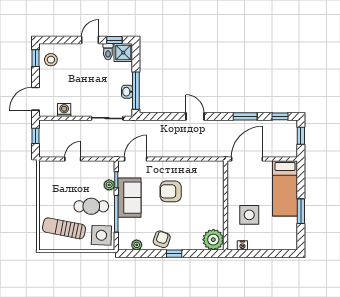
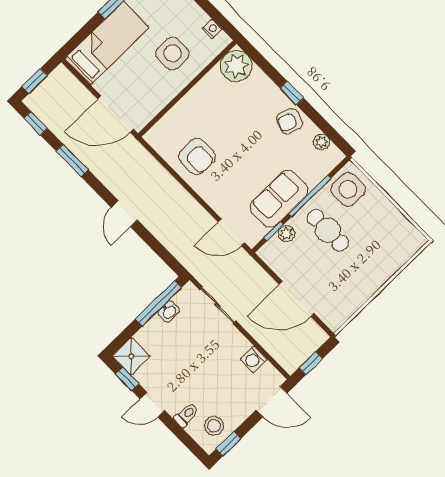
toilet: (108, 52) -> (186, 415), moved
door: (73, 159) -> (297, 299), width x1.88
armchair: (171, 191) -> (197, 156), moved
sun lounger: (64, 228) -> (380, 236), removed

